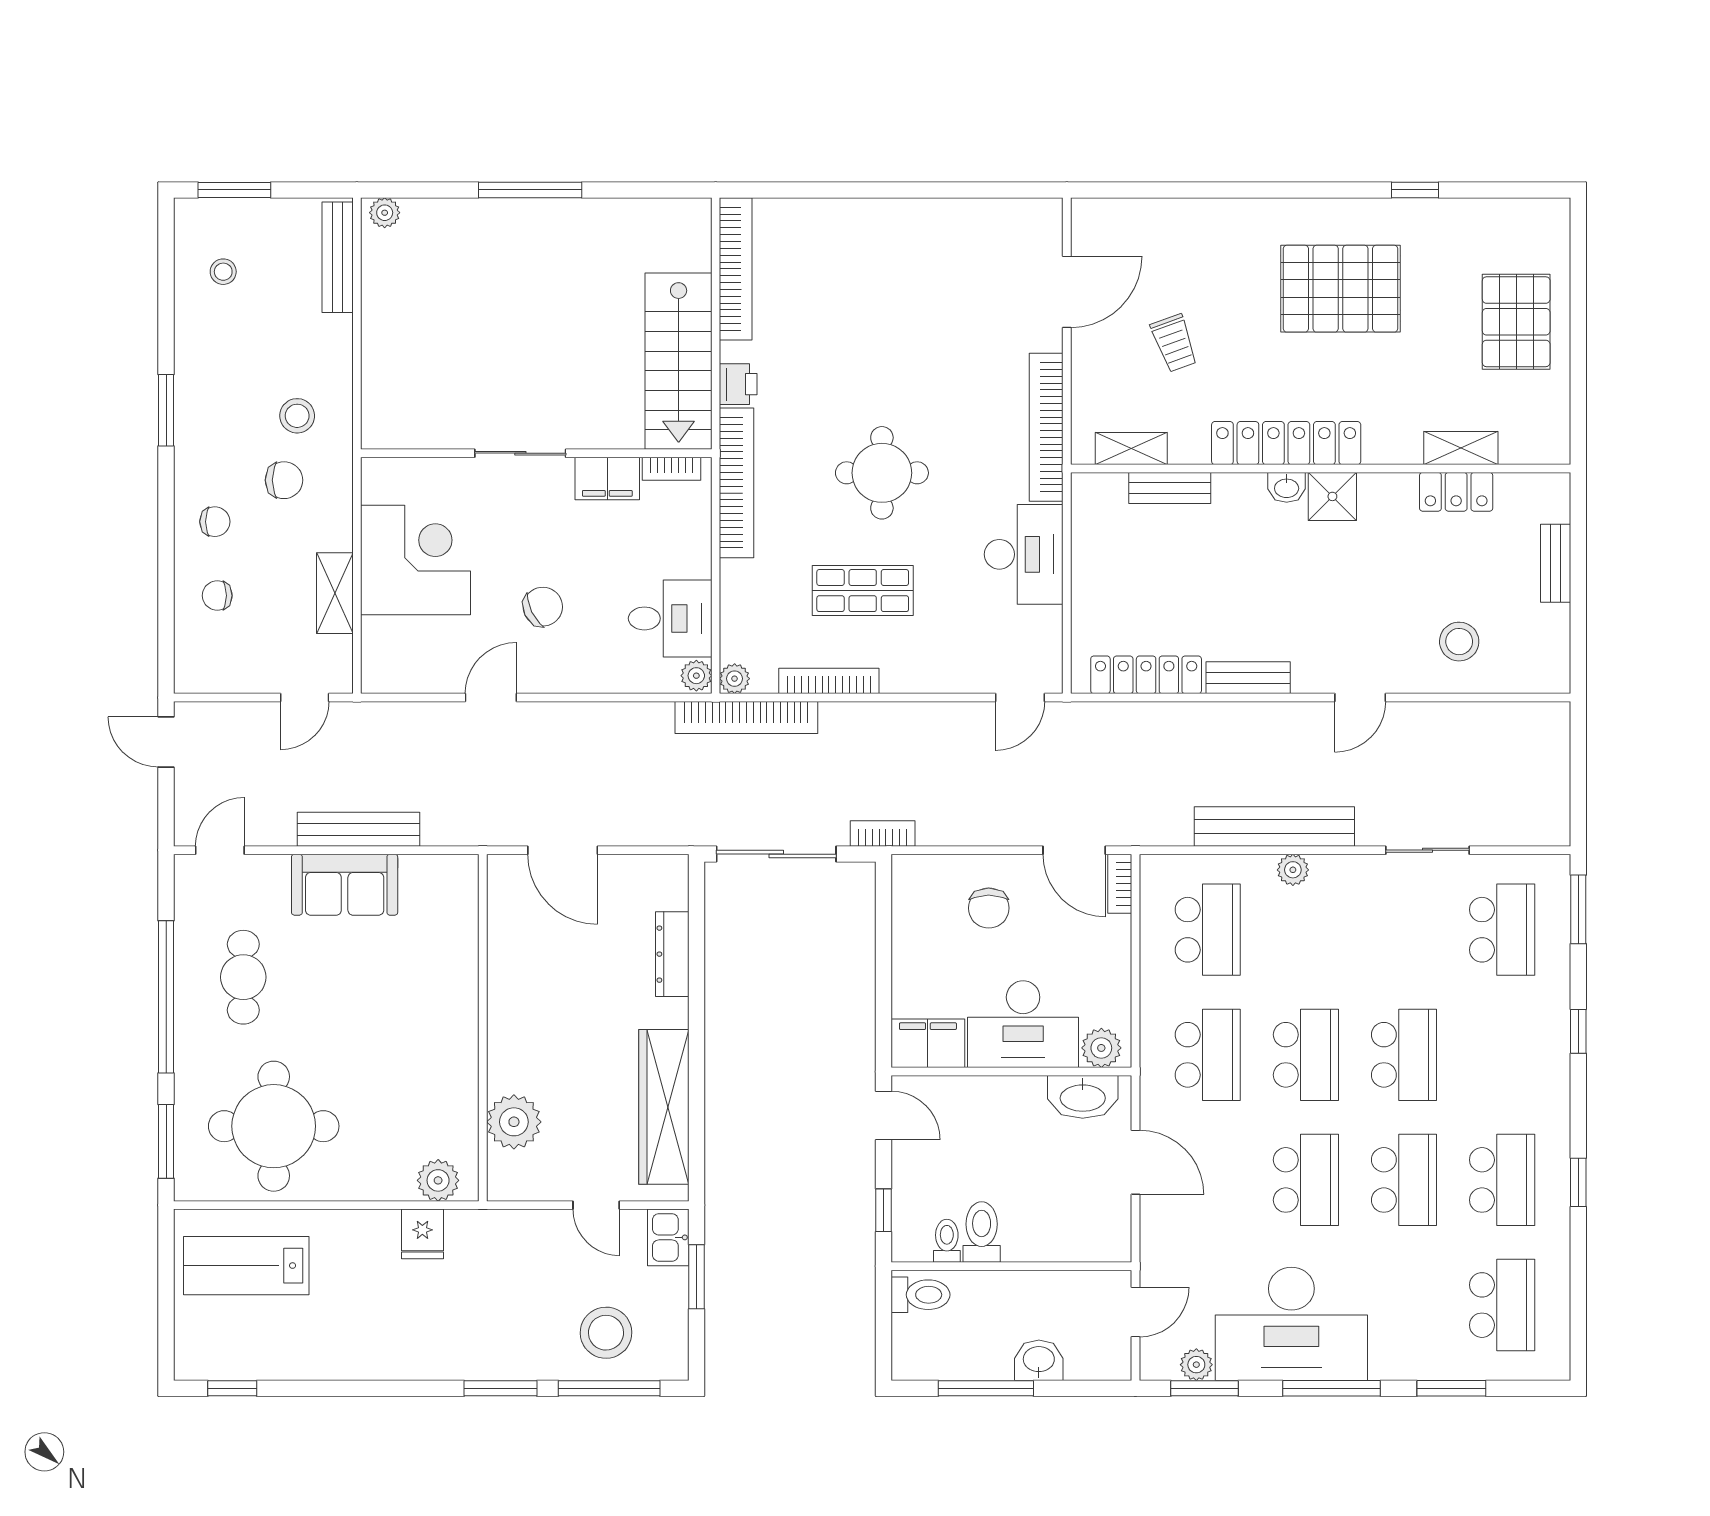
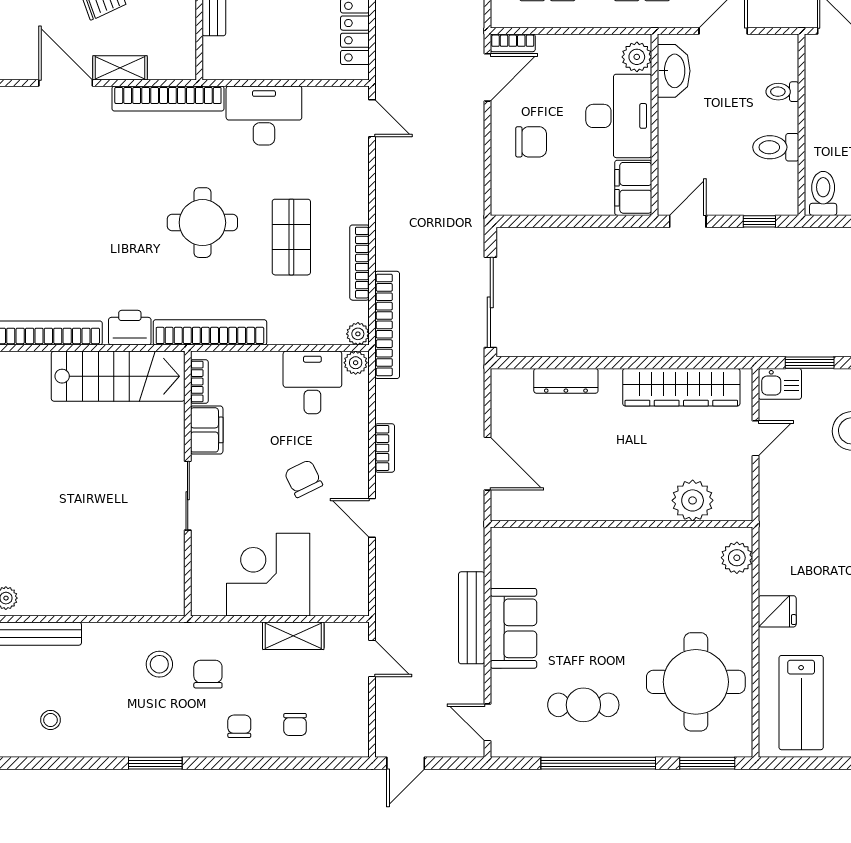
printer: (738, 384) -> (130, 328), width x1.36, depth x1.24
shelving: (1131, 449) -> (120, 68), moved, turned 90
bookcase: (883, 833) -> (385, 448), moved, turned 180
door: (563, 850) -> (487, 464), hinge flipped
fridge: (422, 1234) -> (777, 611), moved
toilet: (947, 1241) -> (782, 92), moved

